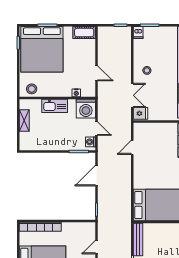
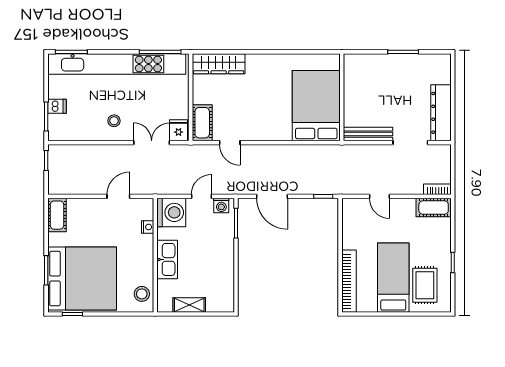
dishwasher: (138, 32) -> (57, 106), moved
cot: (146, 129) -> (202, 123), added

